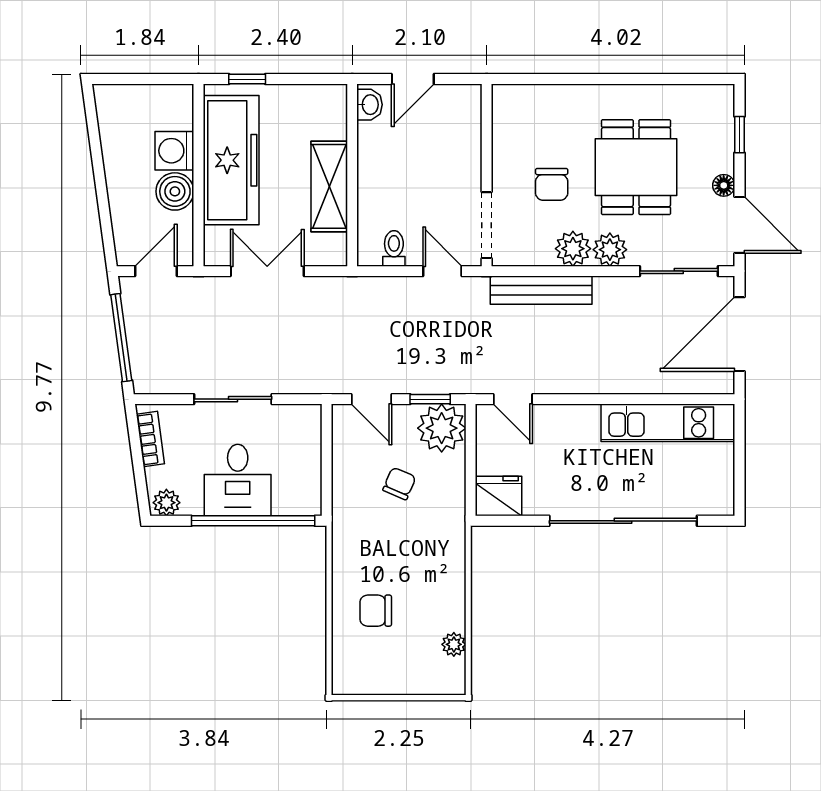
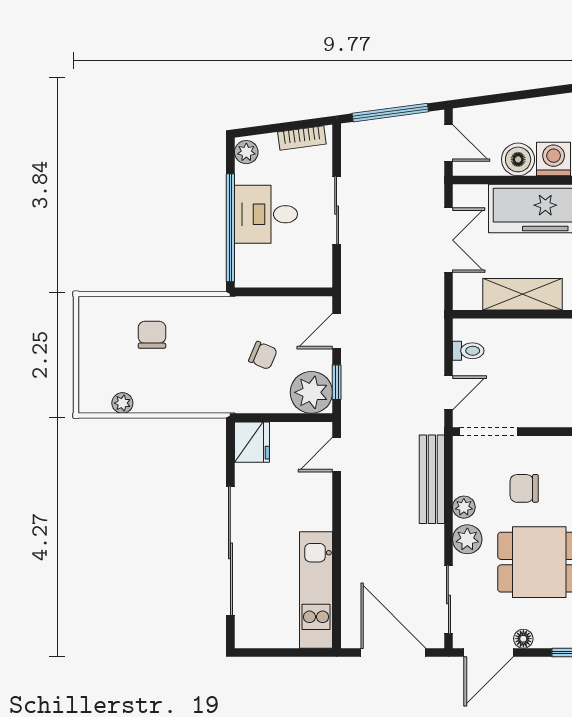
plant: (573, 249) -> (464, 507), width x0.73, depth x0.73

